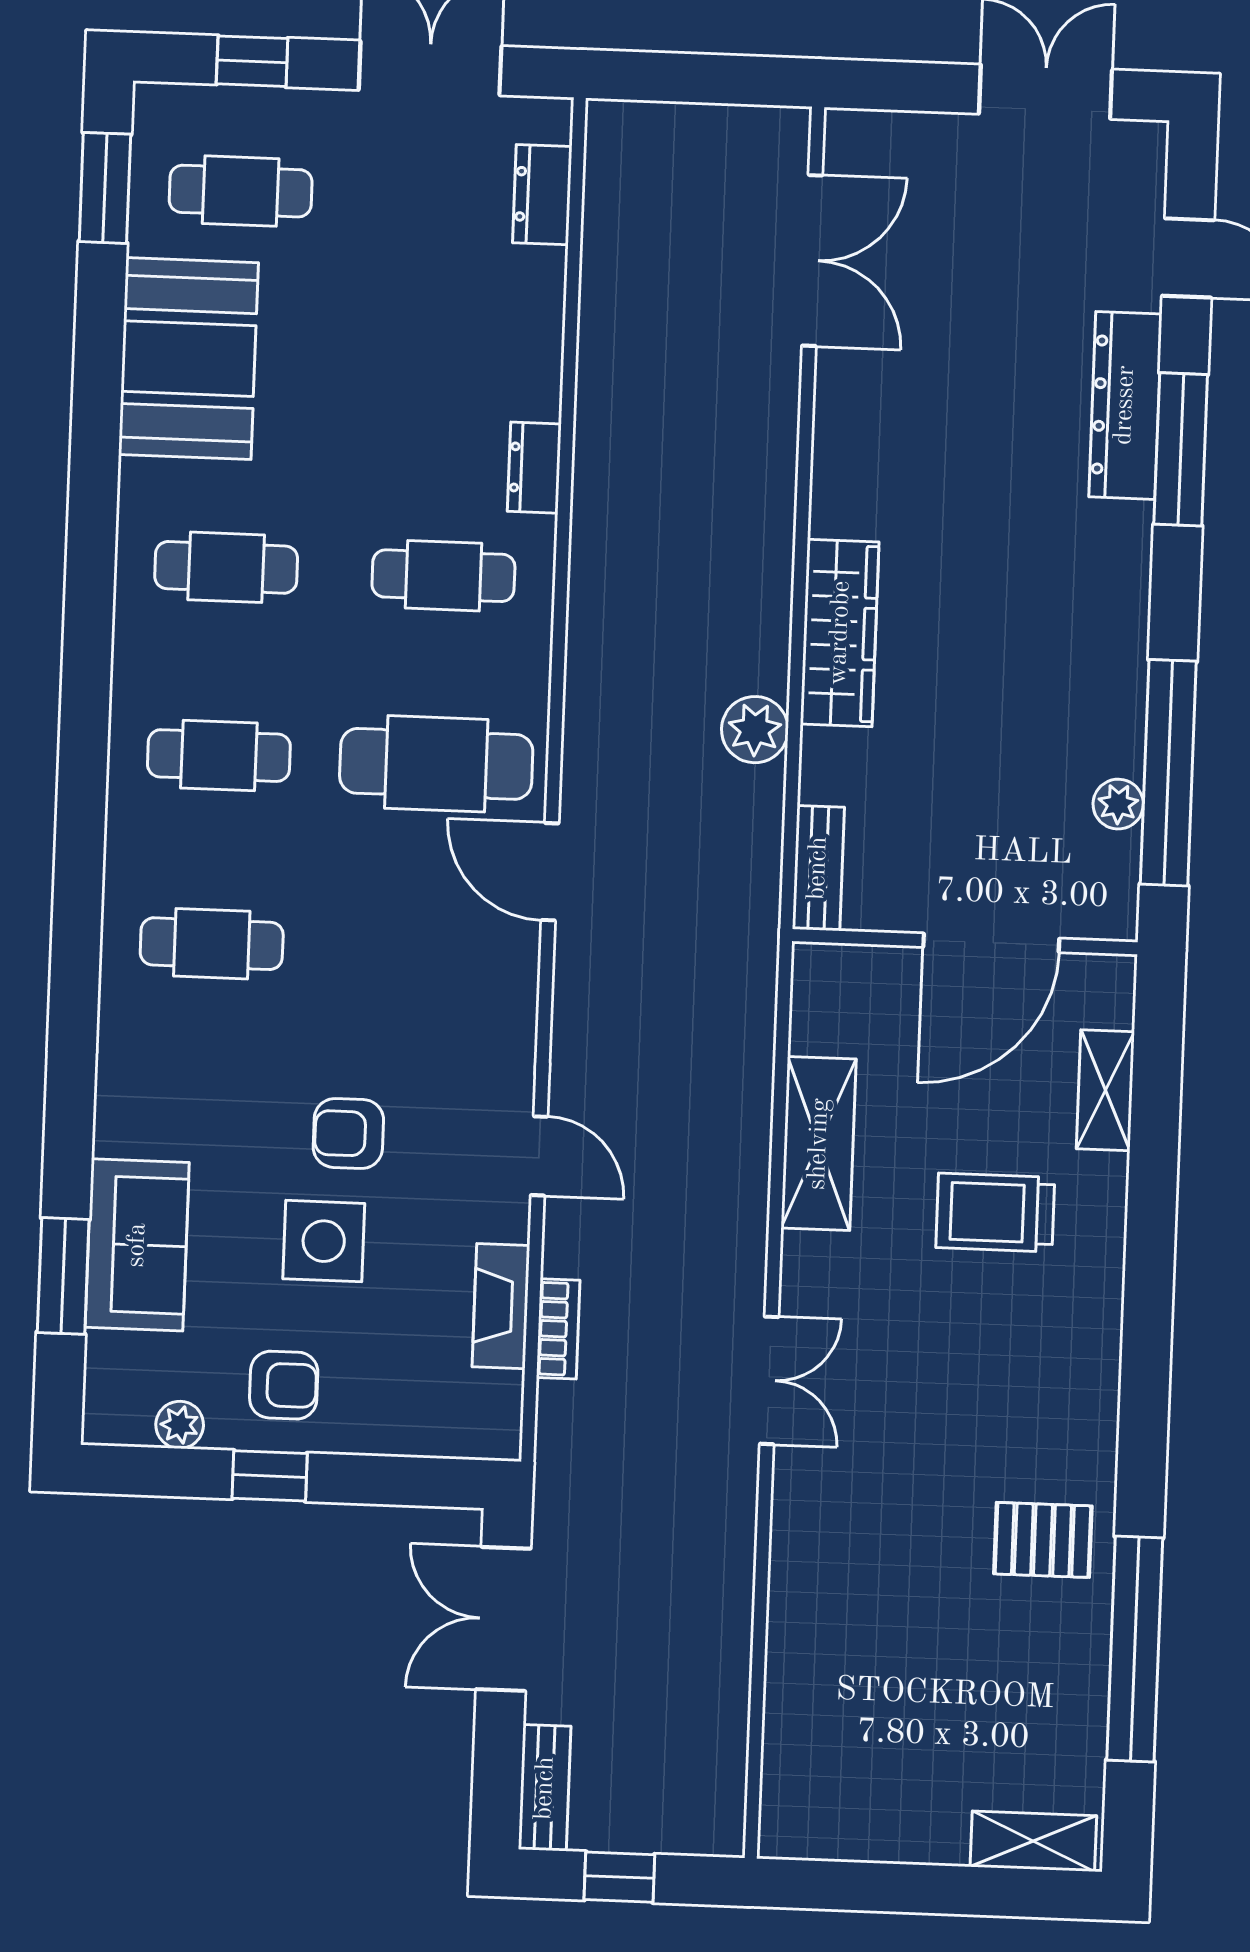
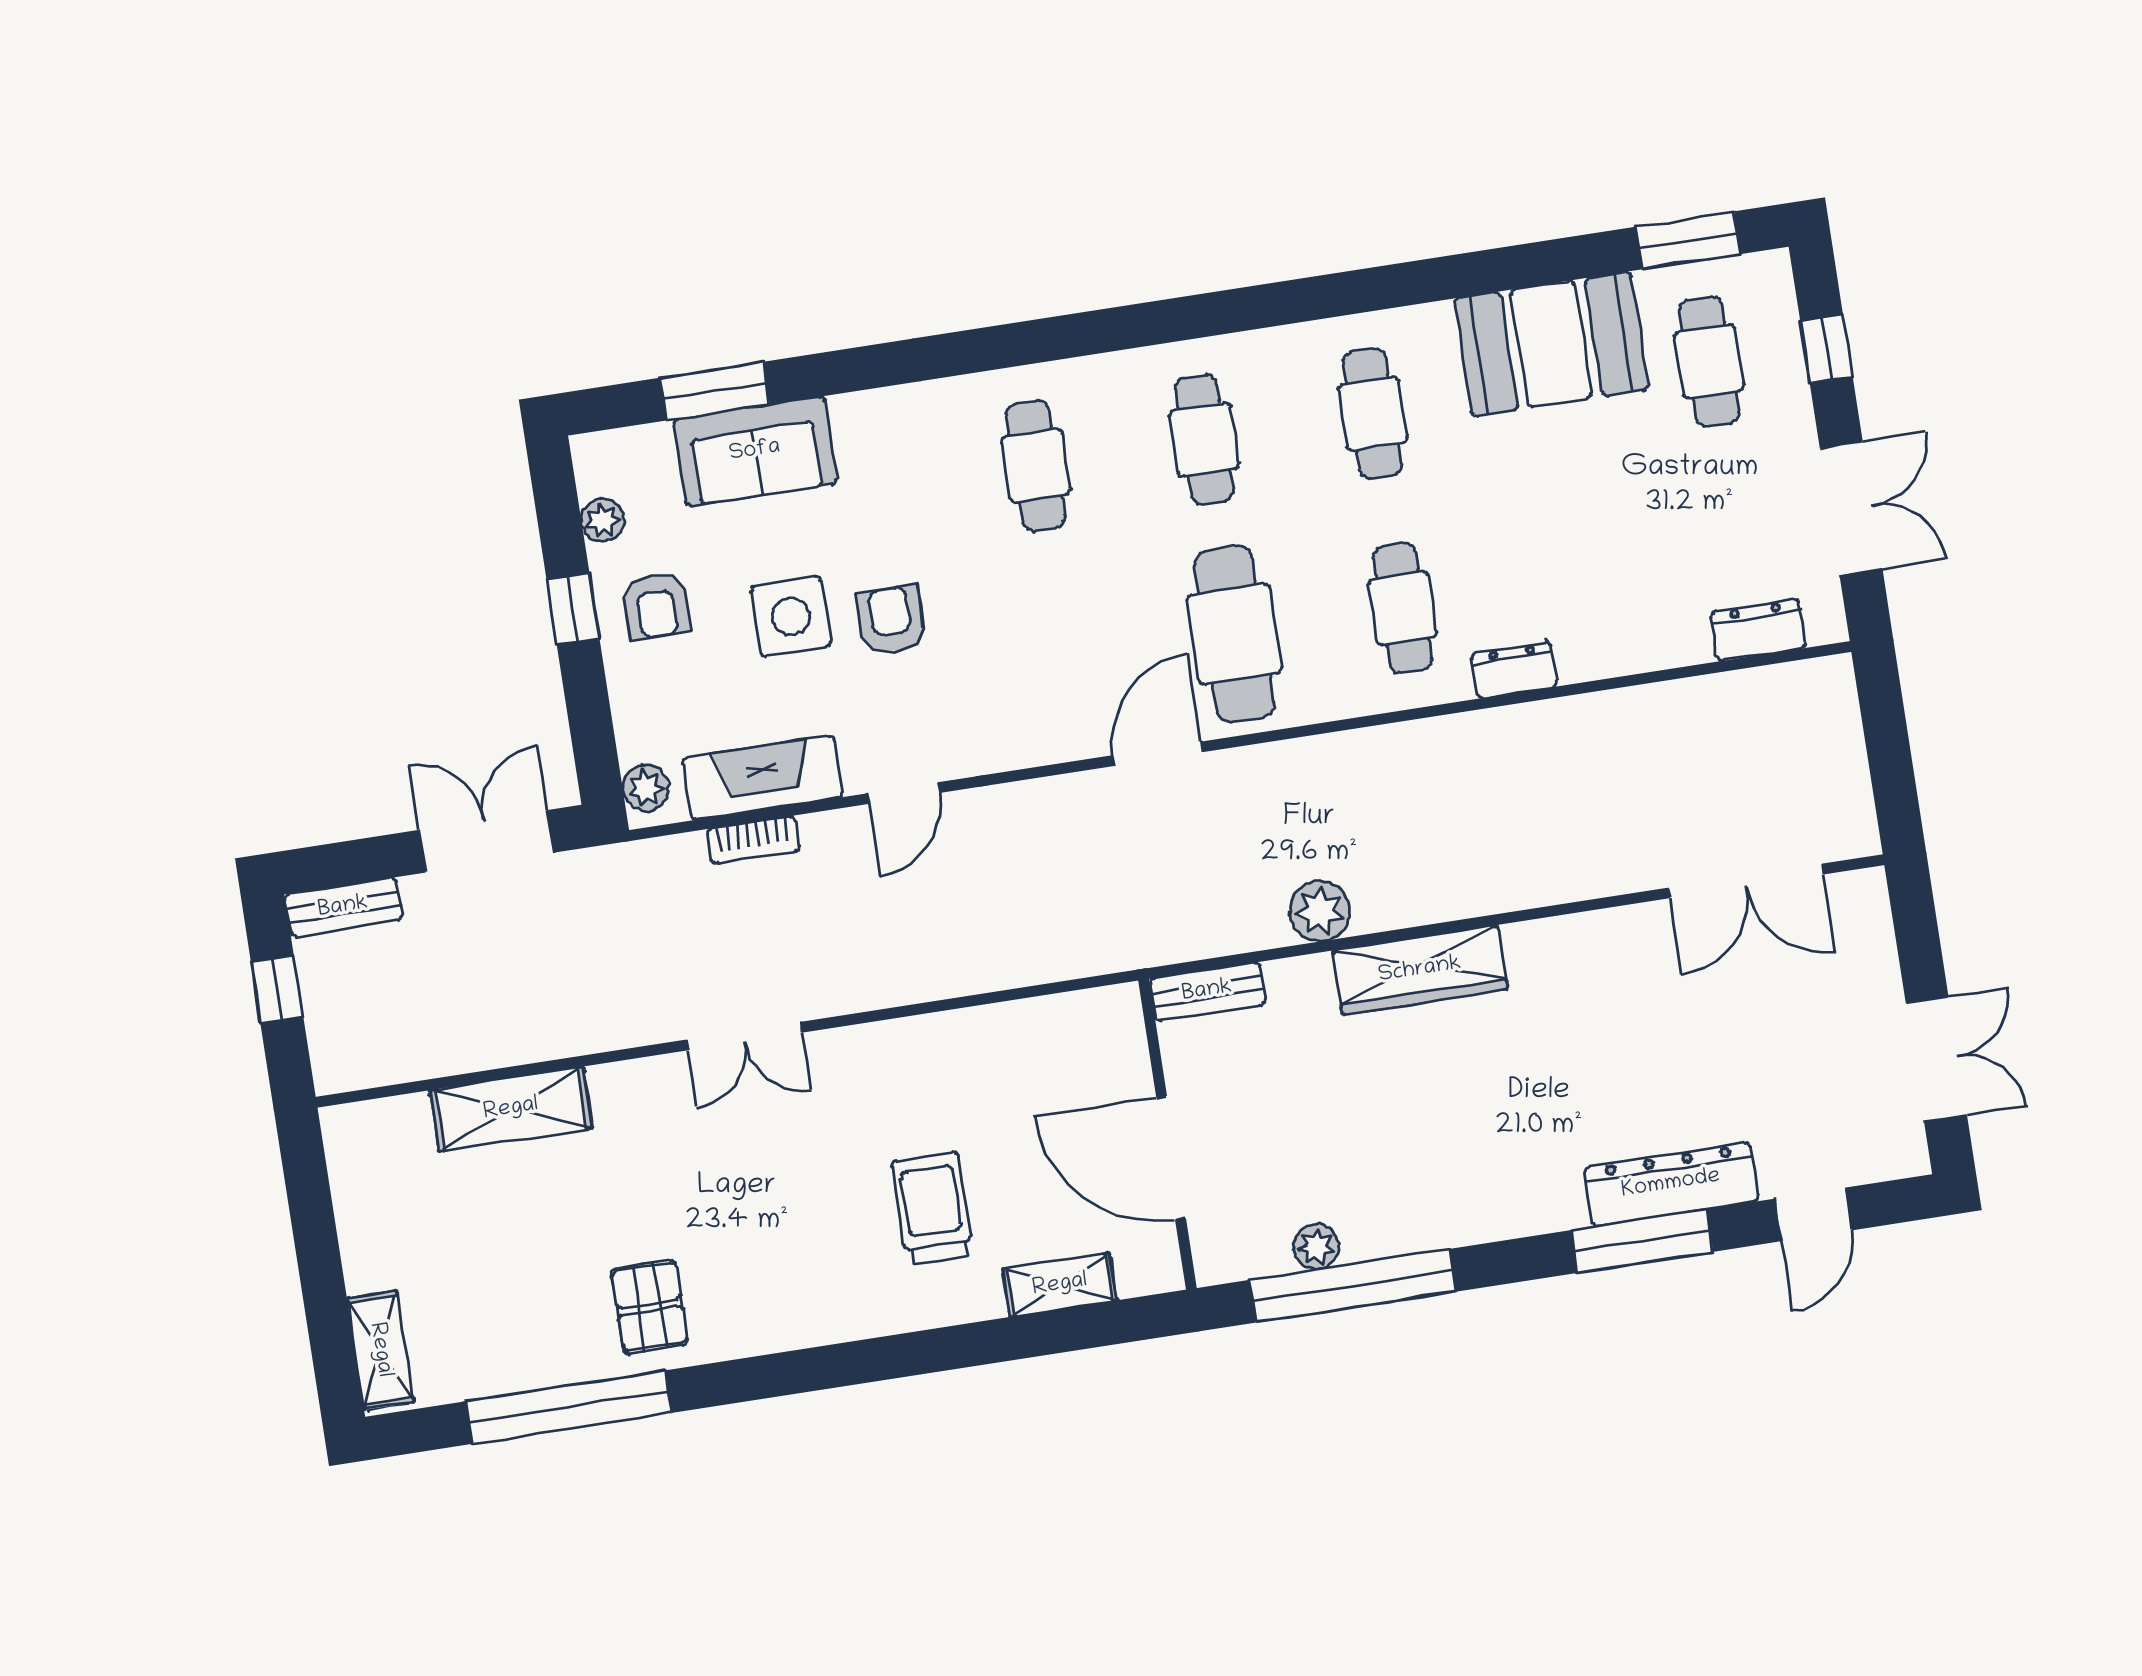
shelving: (819, 1144) -> (511, 1109), moved
fireplace: (501, 1306) -> (762, 778), width x1.37, depth x1.32
plant: (479, 1435) -> (646, 788), added

